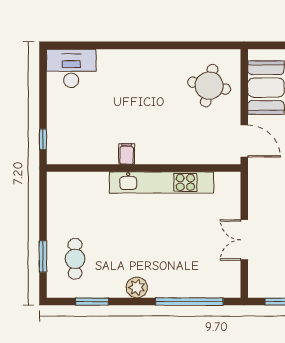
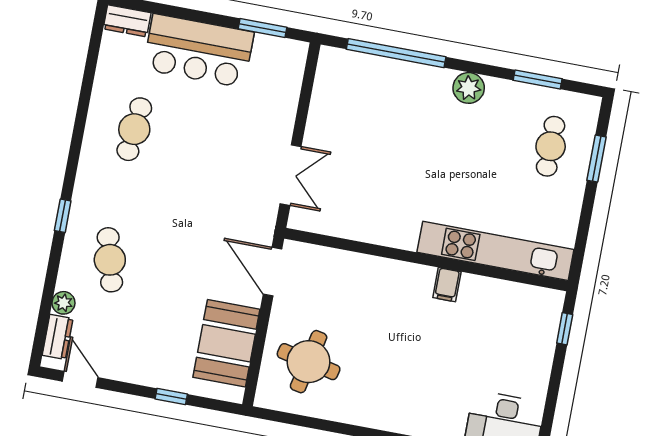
kitchen unit: (161, 182) -> (495, 251), moved
double door: (244, 240) -> (291, 175), moved

